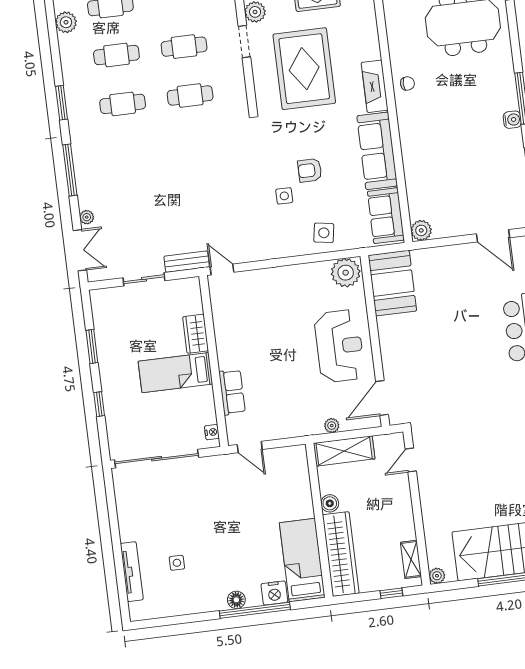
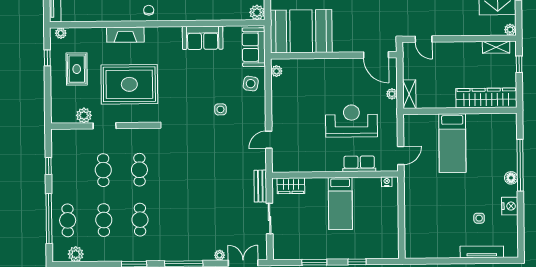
fireplace: (375, 86) -> (125, 35), moved
sofa: (377, 151) -> (203, 38), width x0.73
armchair: (310, 170) -> (204, 89), removed
sofa: (386, 216) -> (254, 47), moved, turned 90
door: (222, 269) -> (269, 140), moved
plant: (346, 273) -> (277, 71), width x0.53, depth x0.53
booth: (392, 283) -> (301, 31), width x1.36, depth x1.42
wardrobe: (196, 334) -> (291, 186), moved
reception desk: (339, 346) -> (351, 121), moved
shelving: (344, 451) -> (409, 94), width x0.67, depth x0.75
sliding door: (157, 459) -> (401, 224), removed
boiler: (330, 503) -> (448, 102), removed
bed: (302, 560) -> (452, 143), moved, turned -90
nightstand: (274, 593) -> (510, 206), moved

